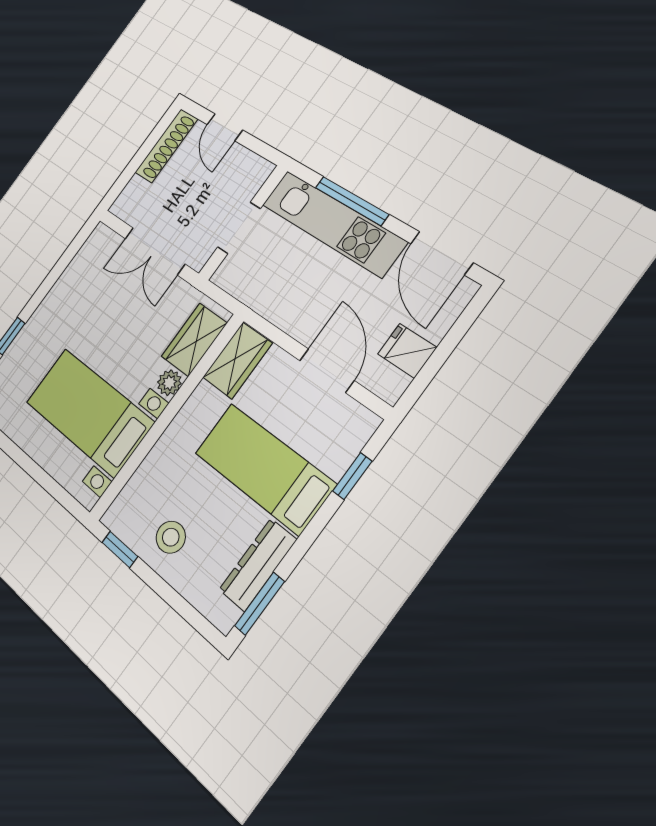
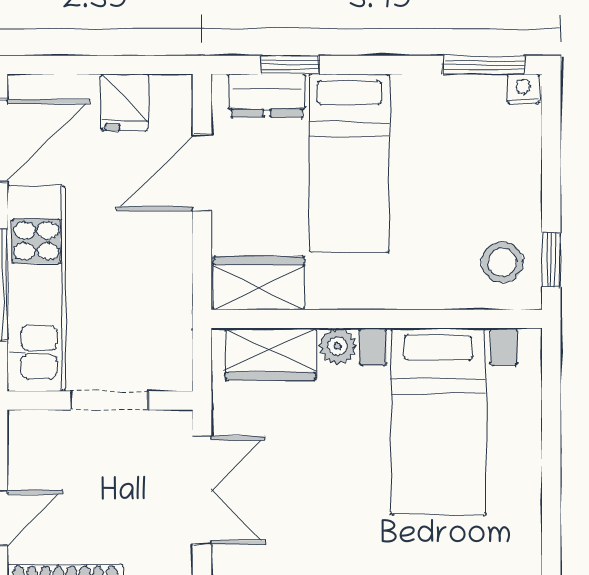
stool: (171, 537) -> (502, 262), moved
dresser: (258, 565) -> (267, 96), moved, width x0.70
nightstand: (226, 617) -> (523, 89), added

